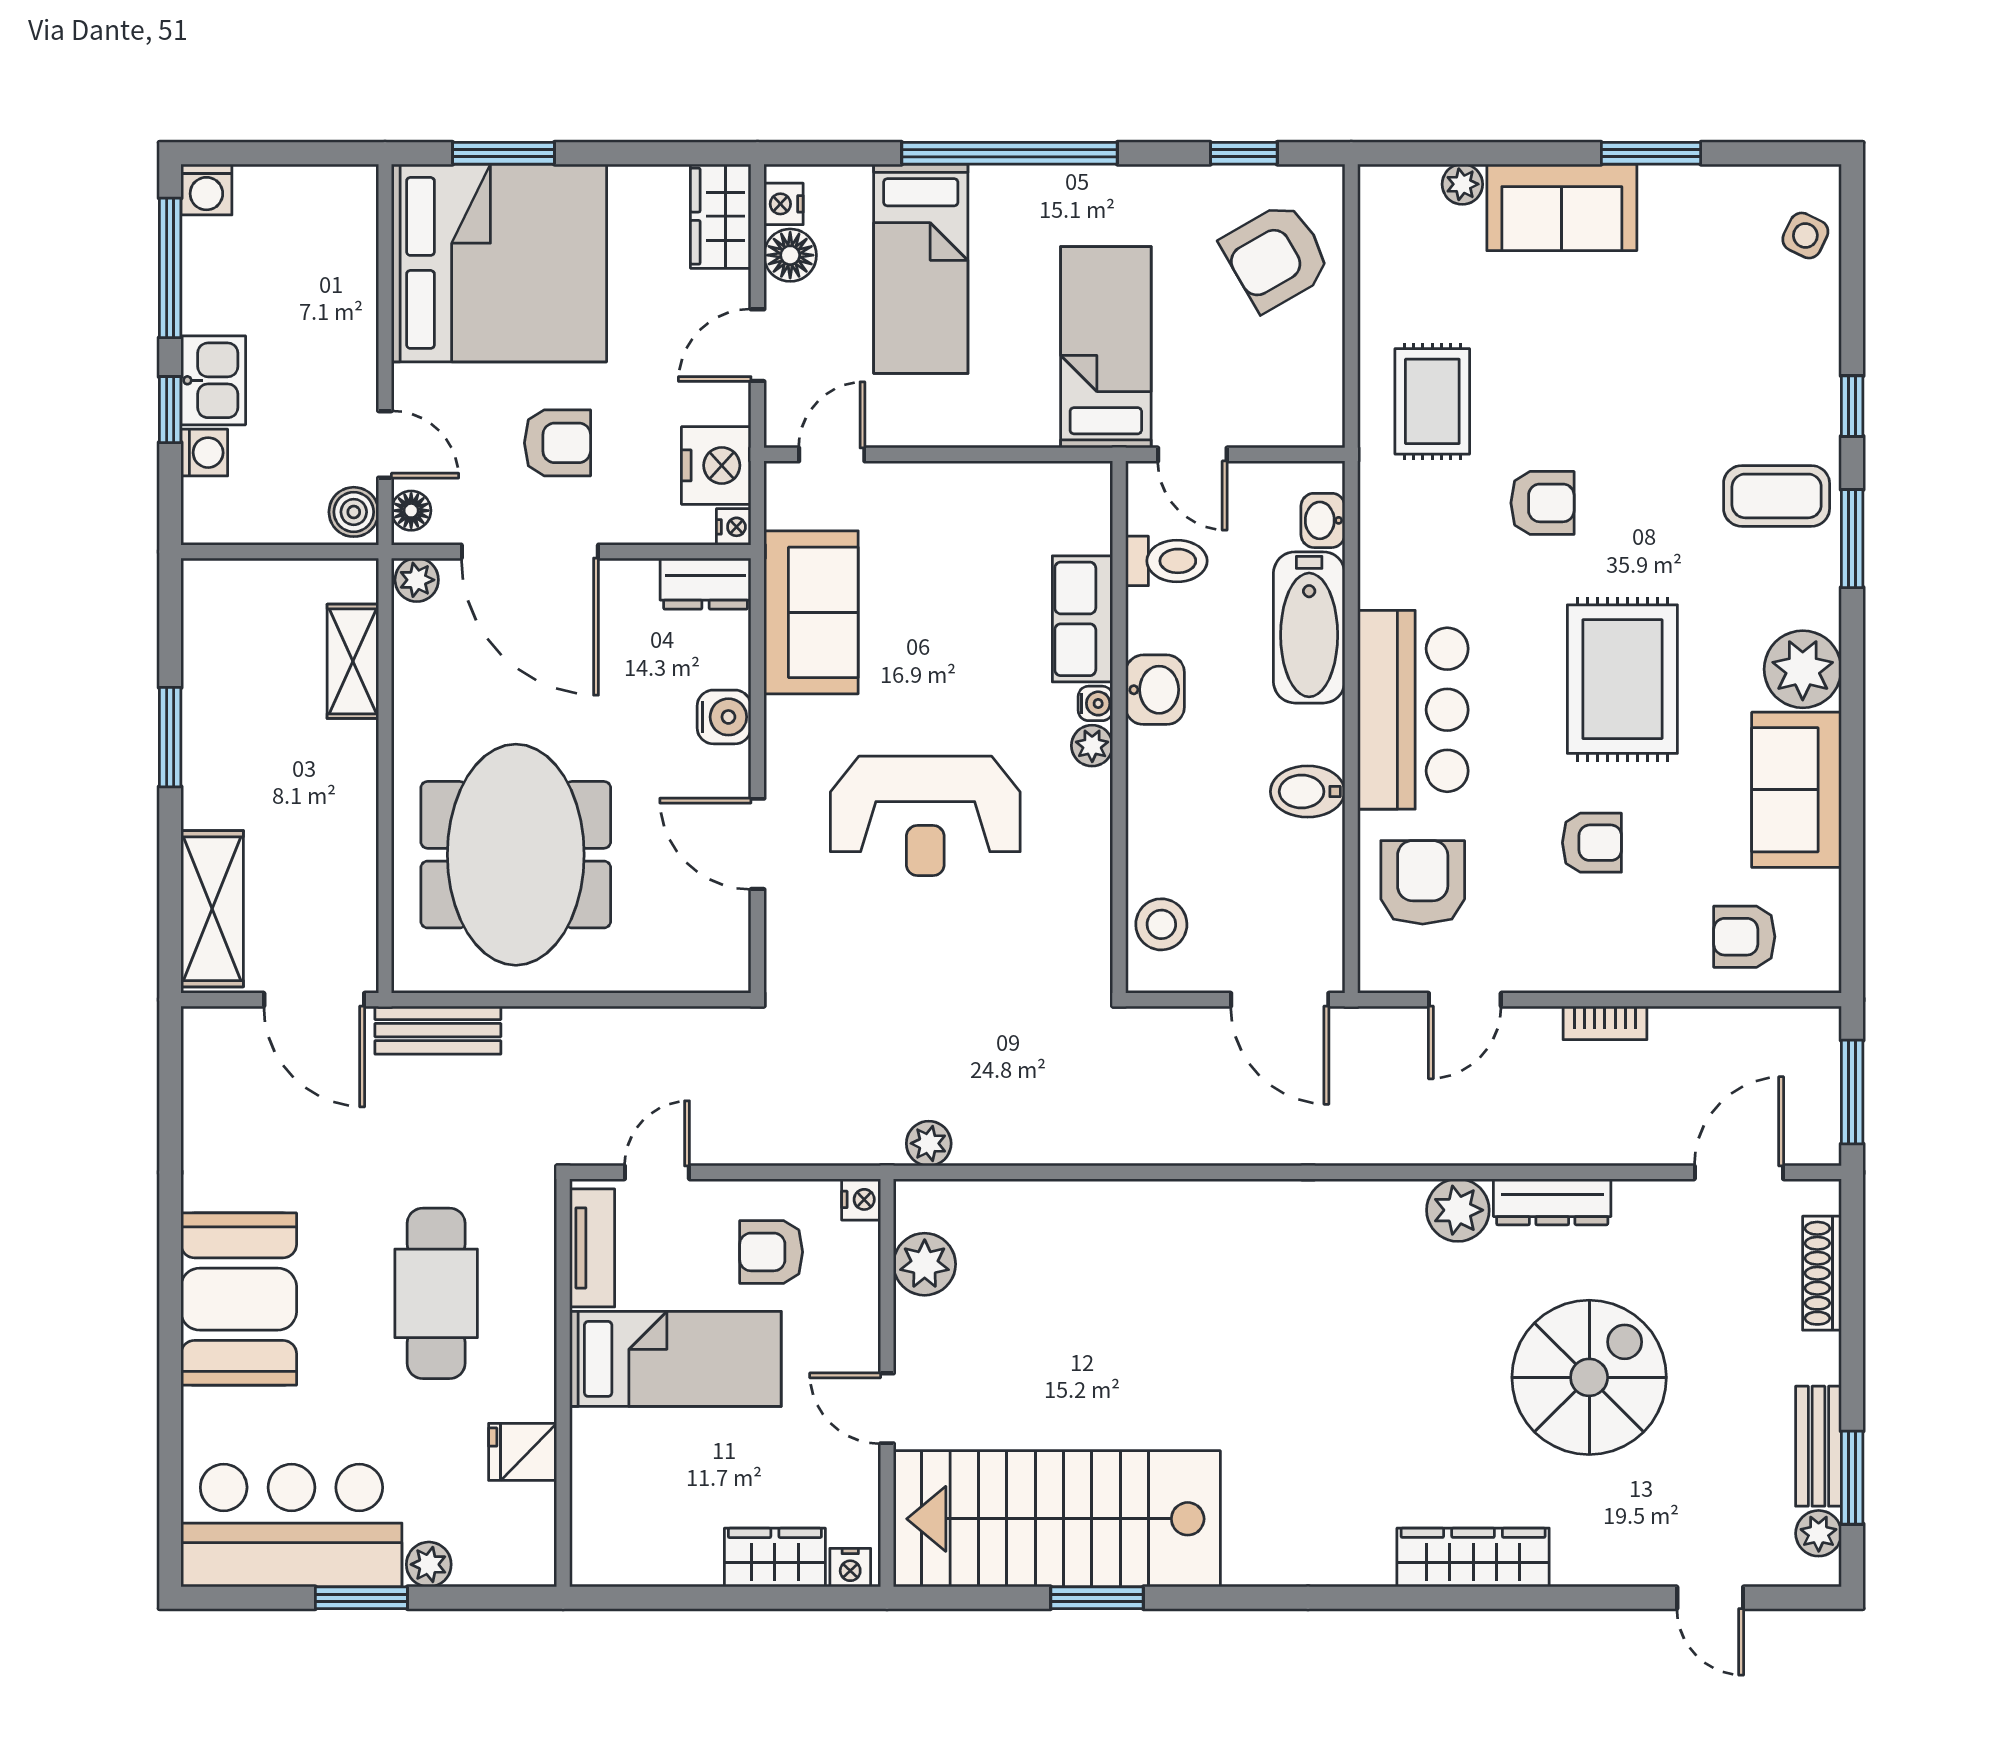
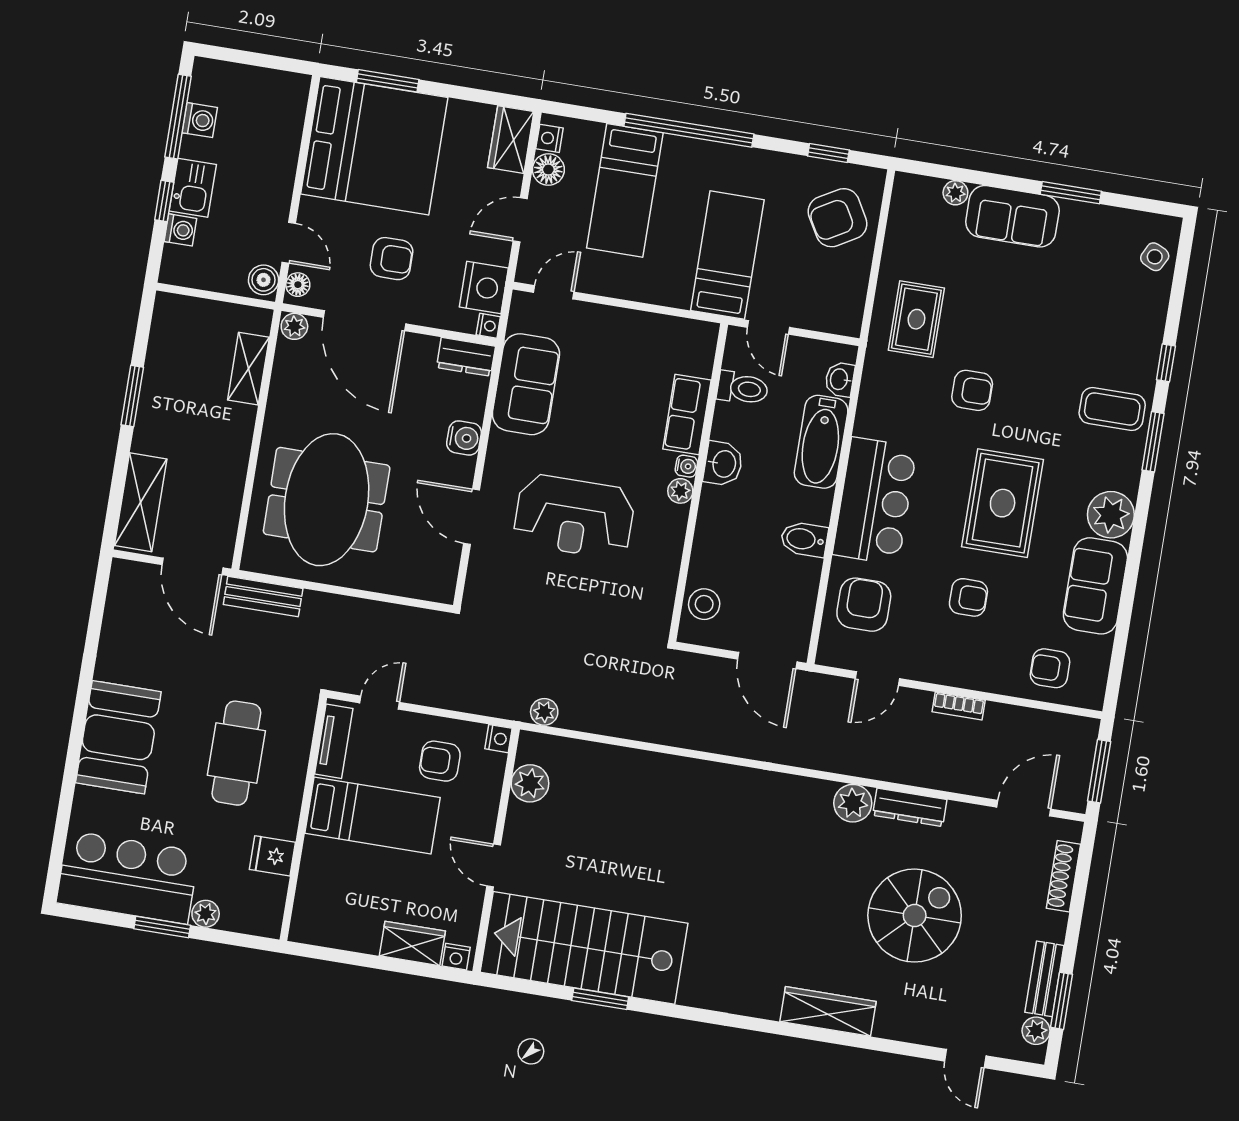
washing machine: (206, 189) -> (200, 120), moved, turned -90

